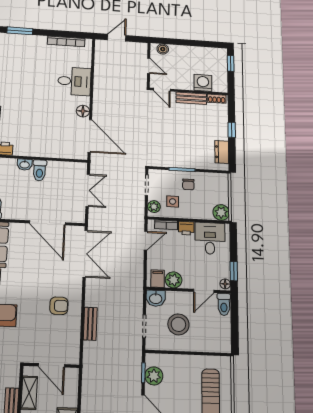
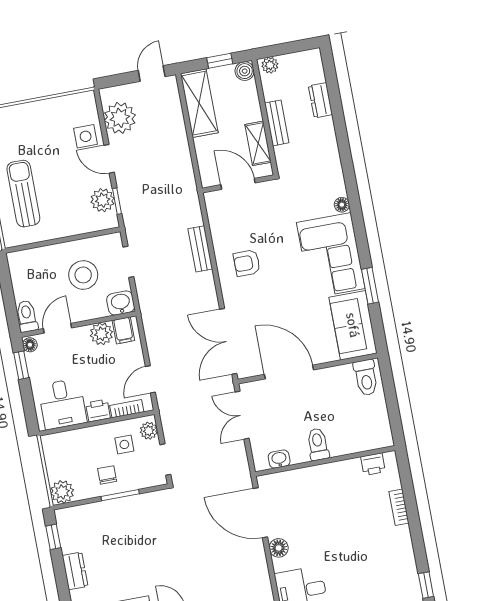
window: (232, 130) -> (53, 537), moved
dresser: (222, 152) -> (75, 571), moved
washbasin: (25, 164) -> (279, 459), moved
double door: (88, 190) -> (242, 415), moved
plant: (221, 212) -> (62, 492), moved

